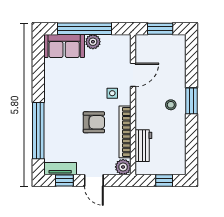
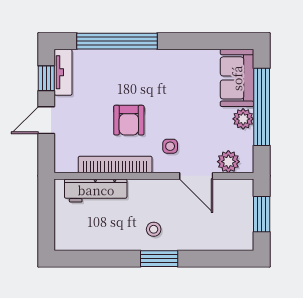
workbench: (143, 146) -> (96, 190), width x1.37
plant: (123, 167) -> (228, 162), moved
window: (164, 180) -> (46, 220), removed

